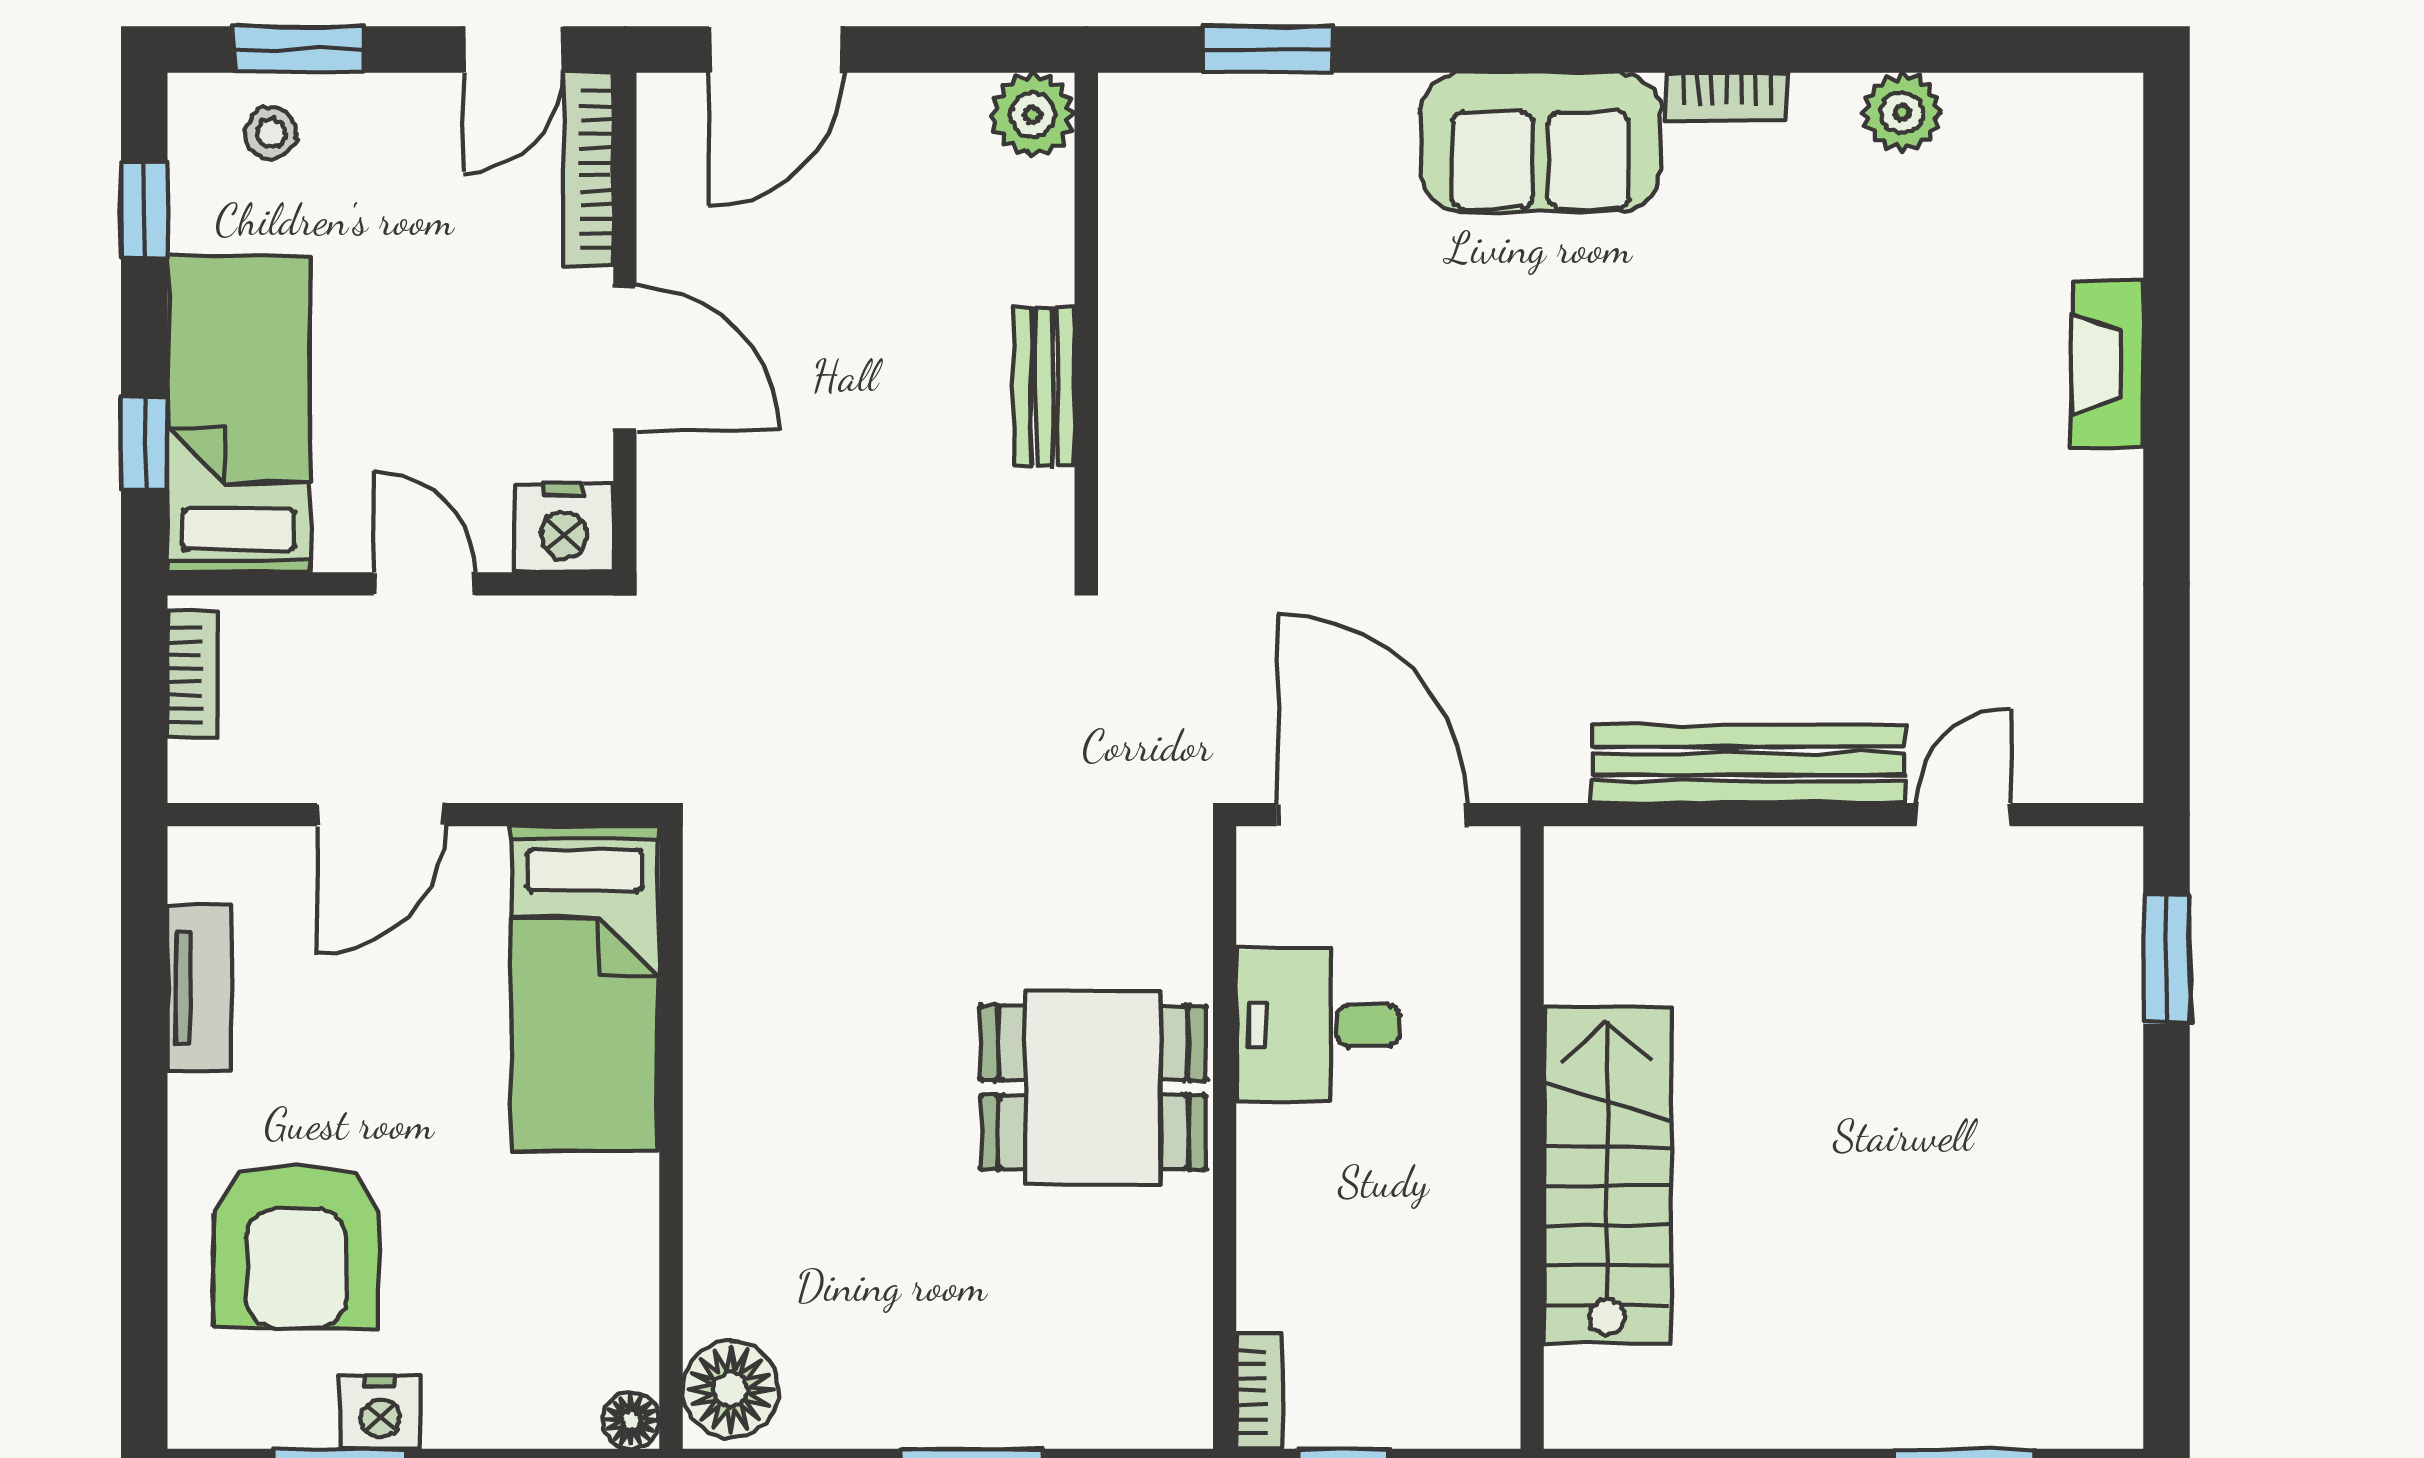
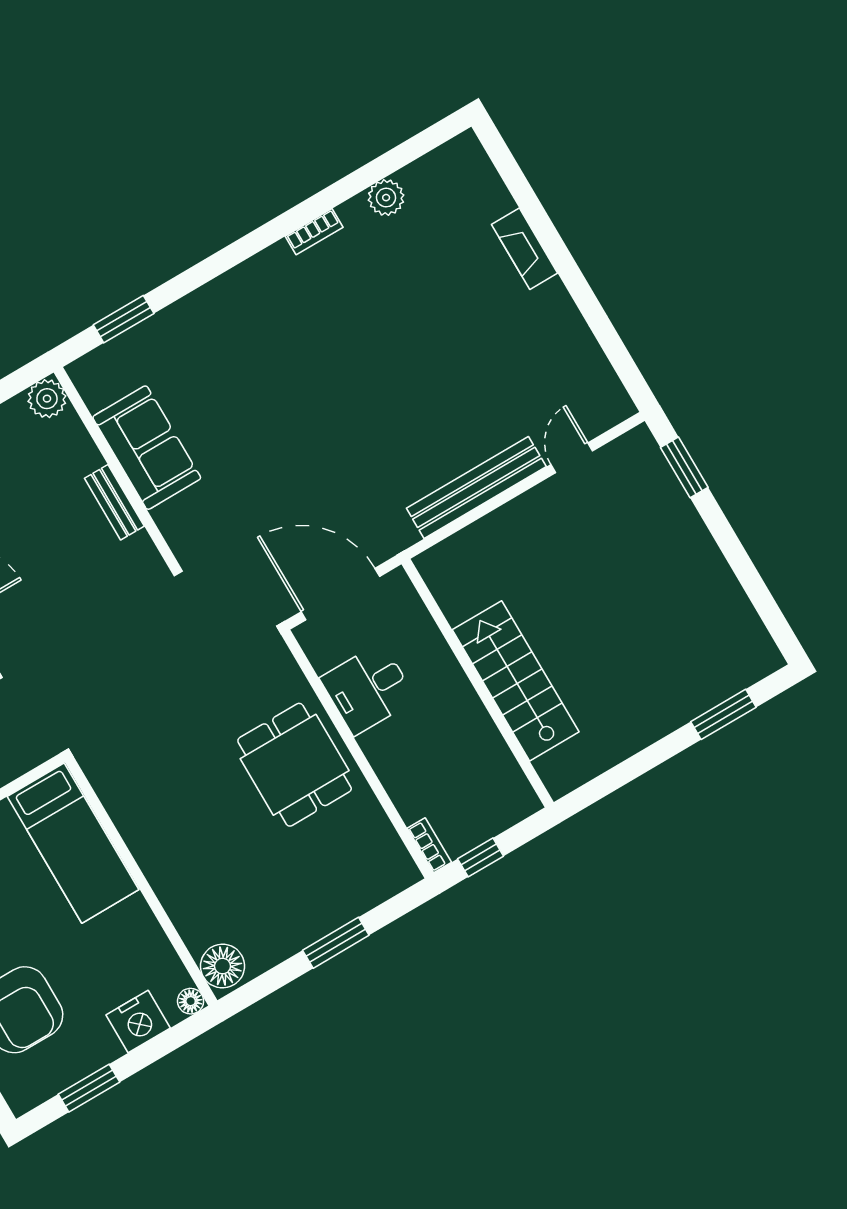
sofa: (1540, 142) -> (147, 448), moved, turned -90
dining table: (1093, 1088) -> (295, 765), turned 90
nightstand: (380, 1412) -> (138, 1022), moved, width x1.36, depth x1.33

